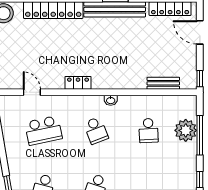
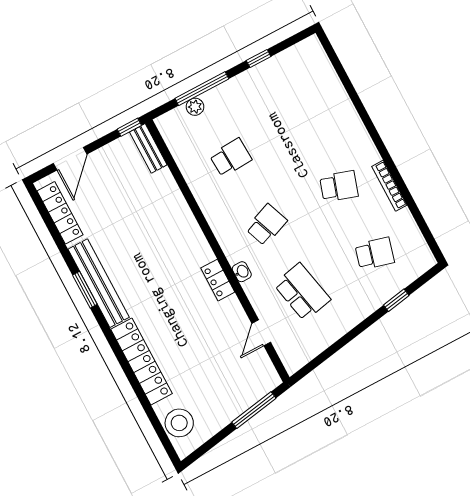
bench: (163, 83) -> (148, 148), moved
washbasin: (111, 100) -> (242, 272), moved
plant: (186, 130) -> (195, 107), width x0.53, depth x0.53

